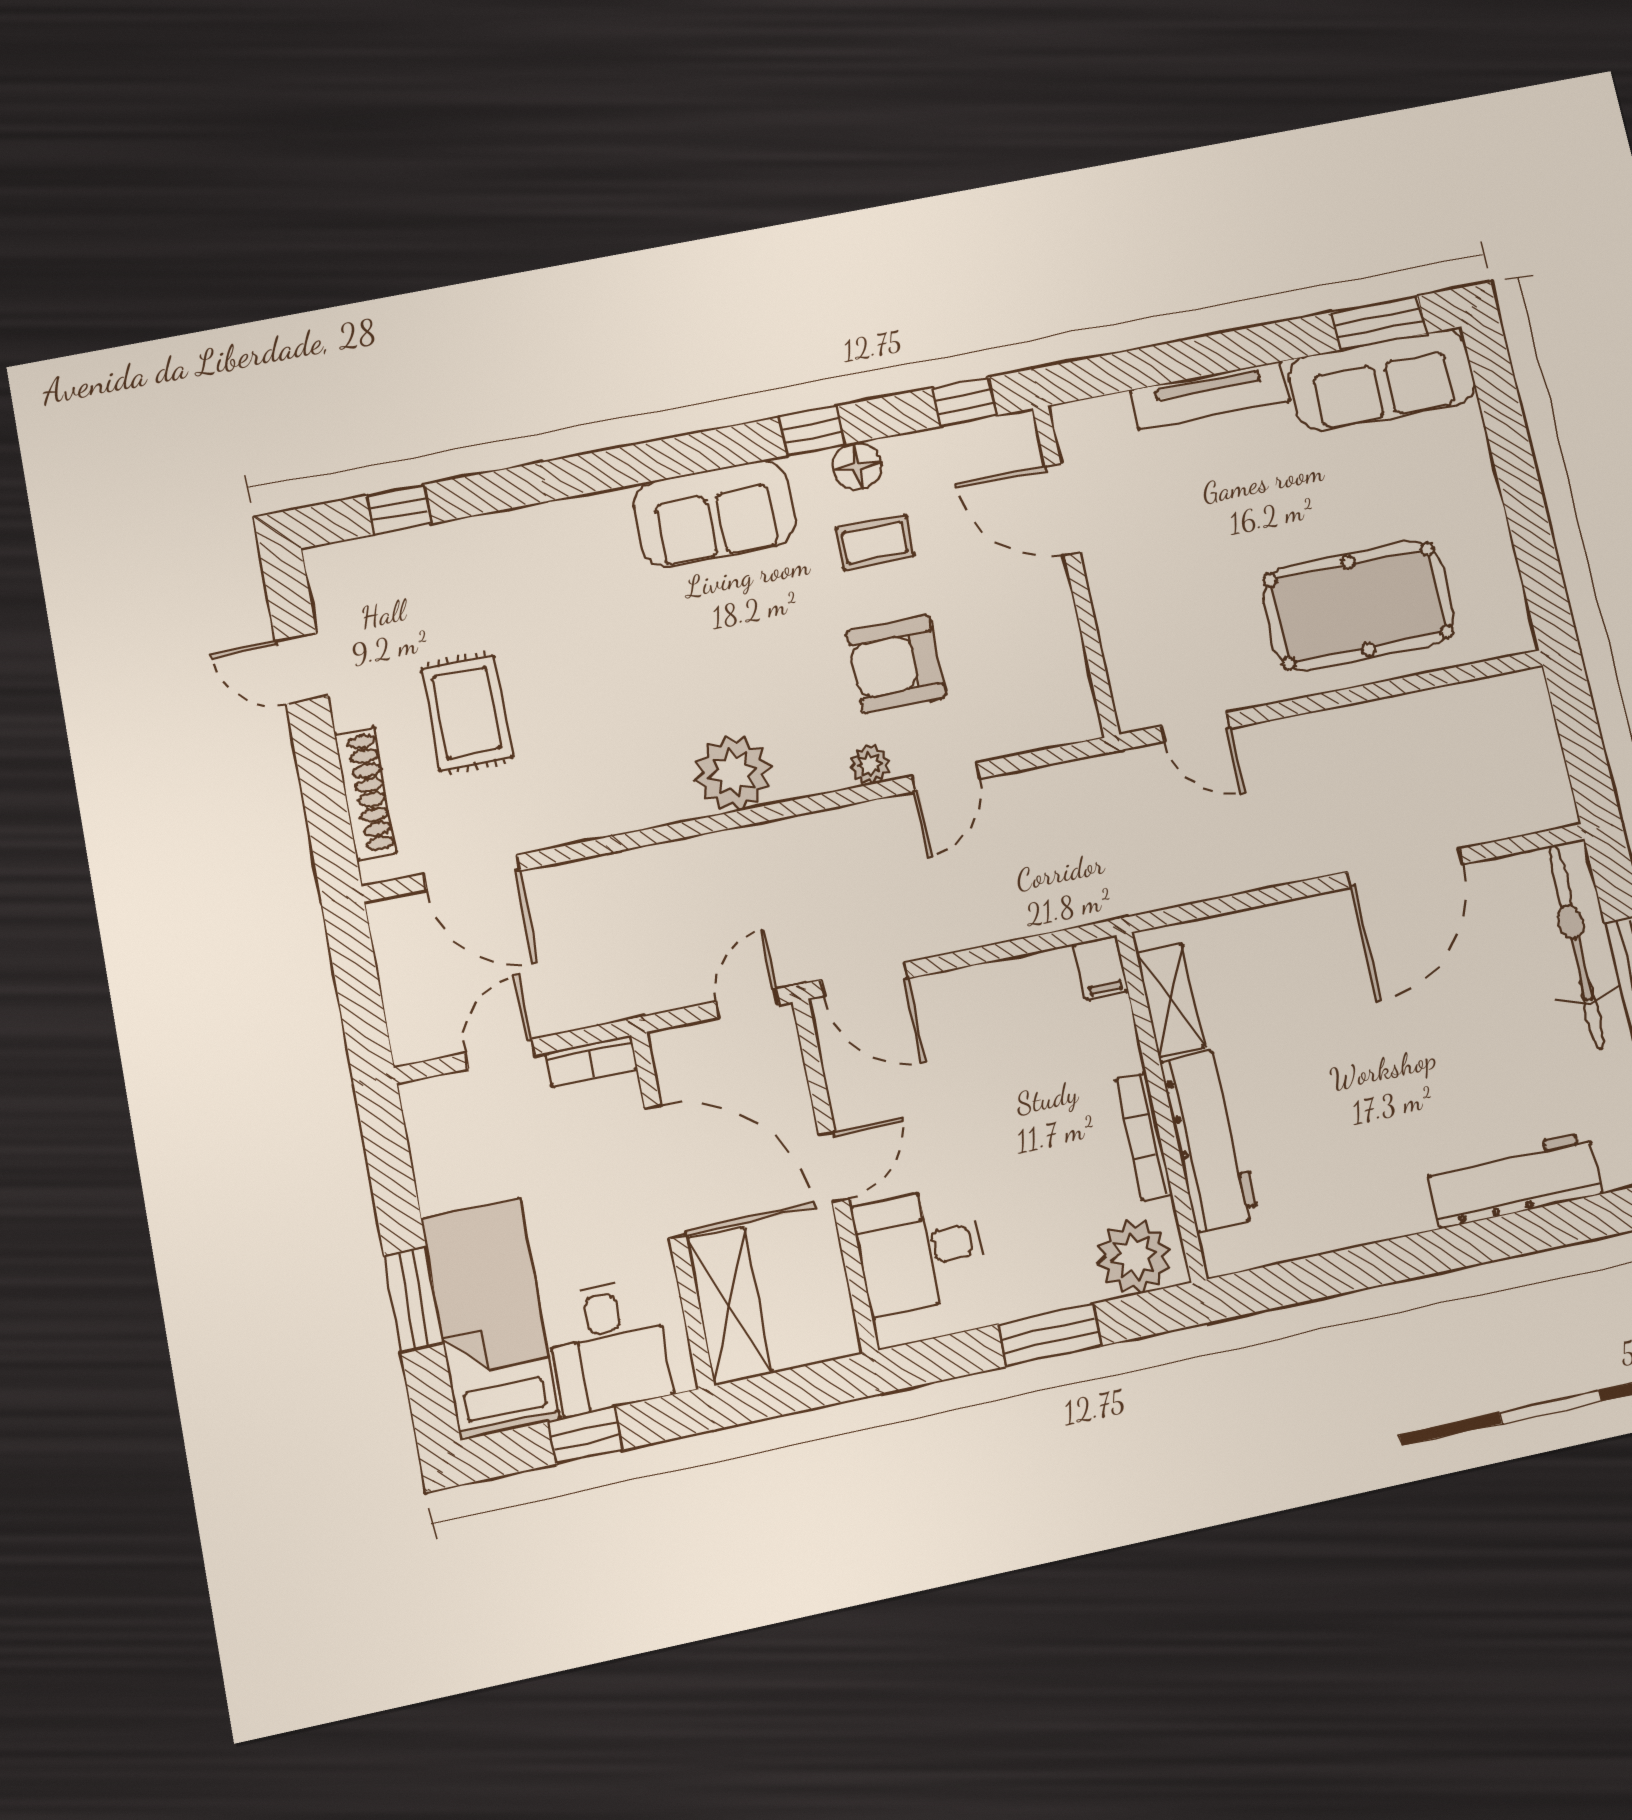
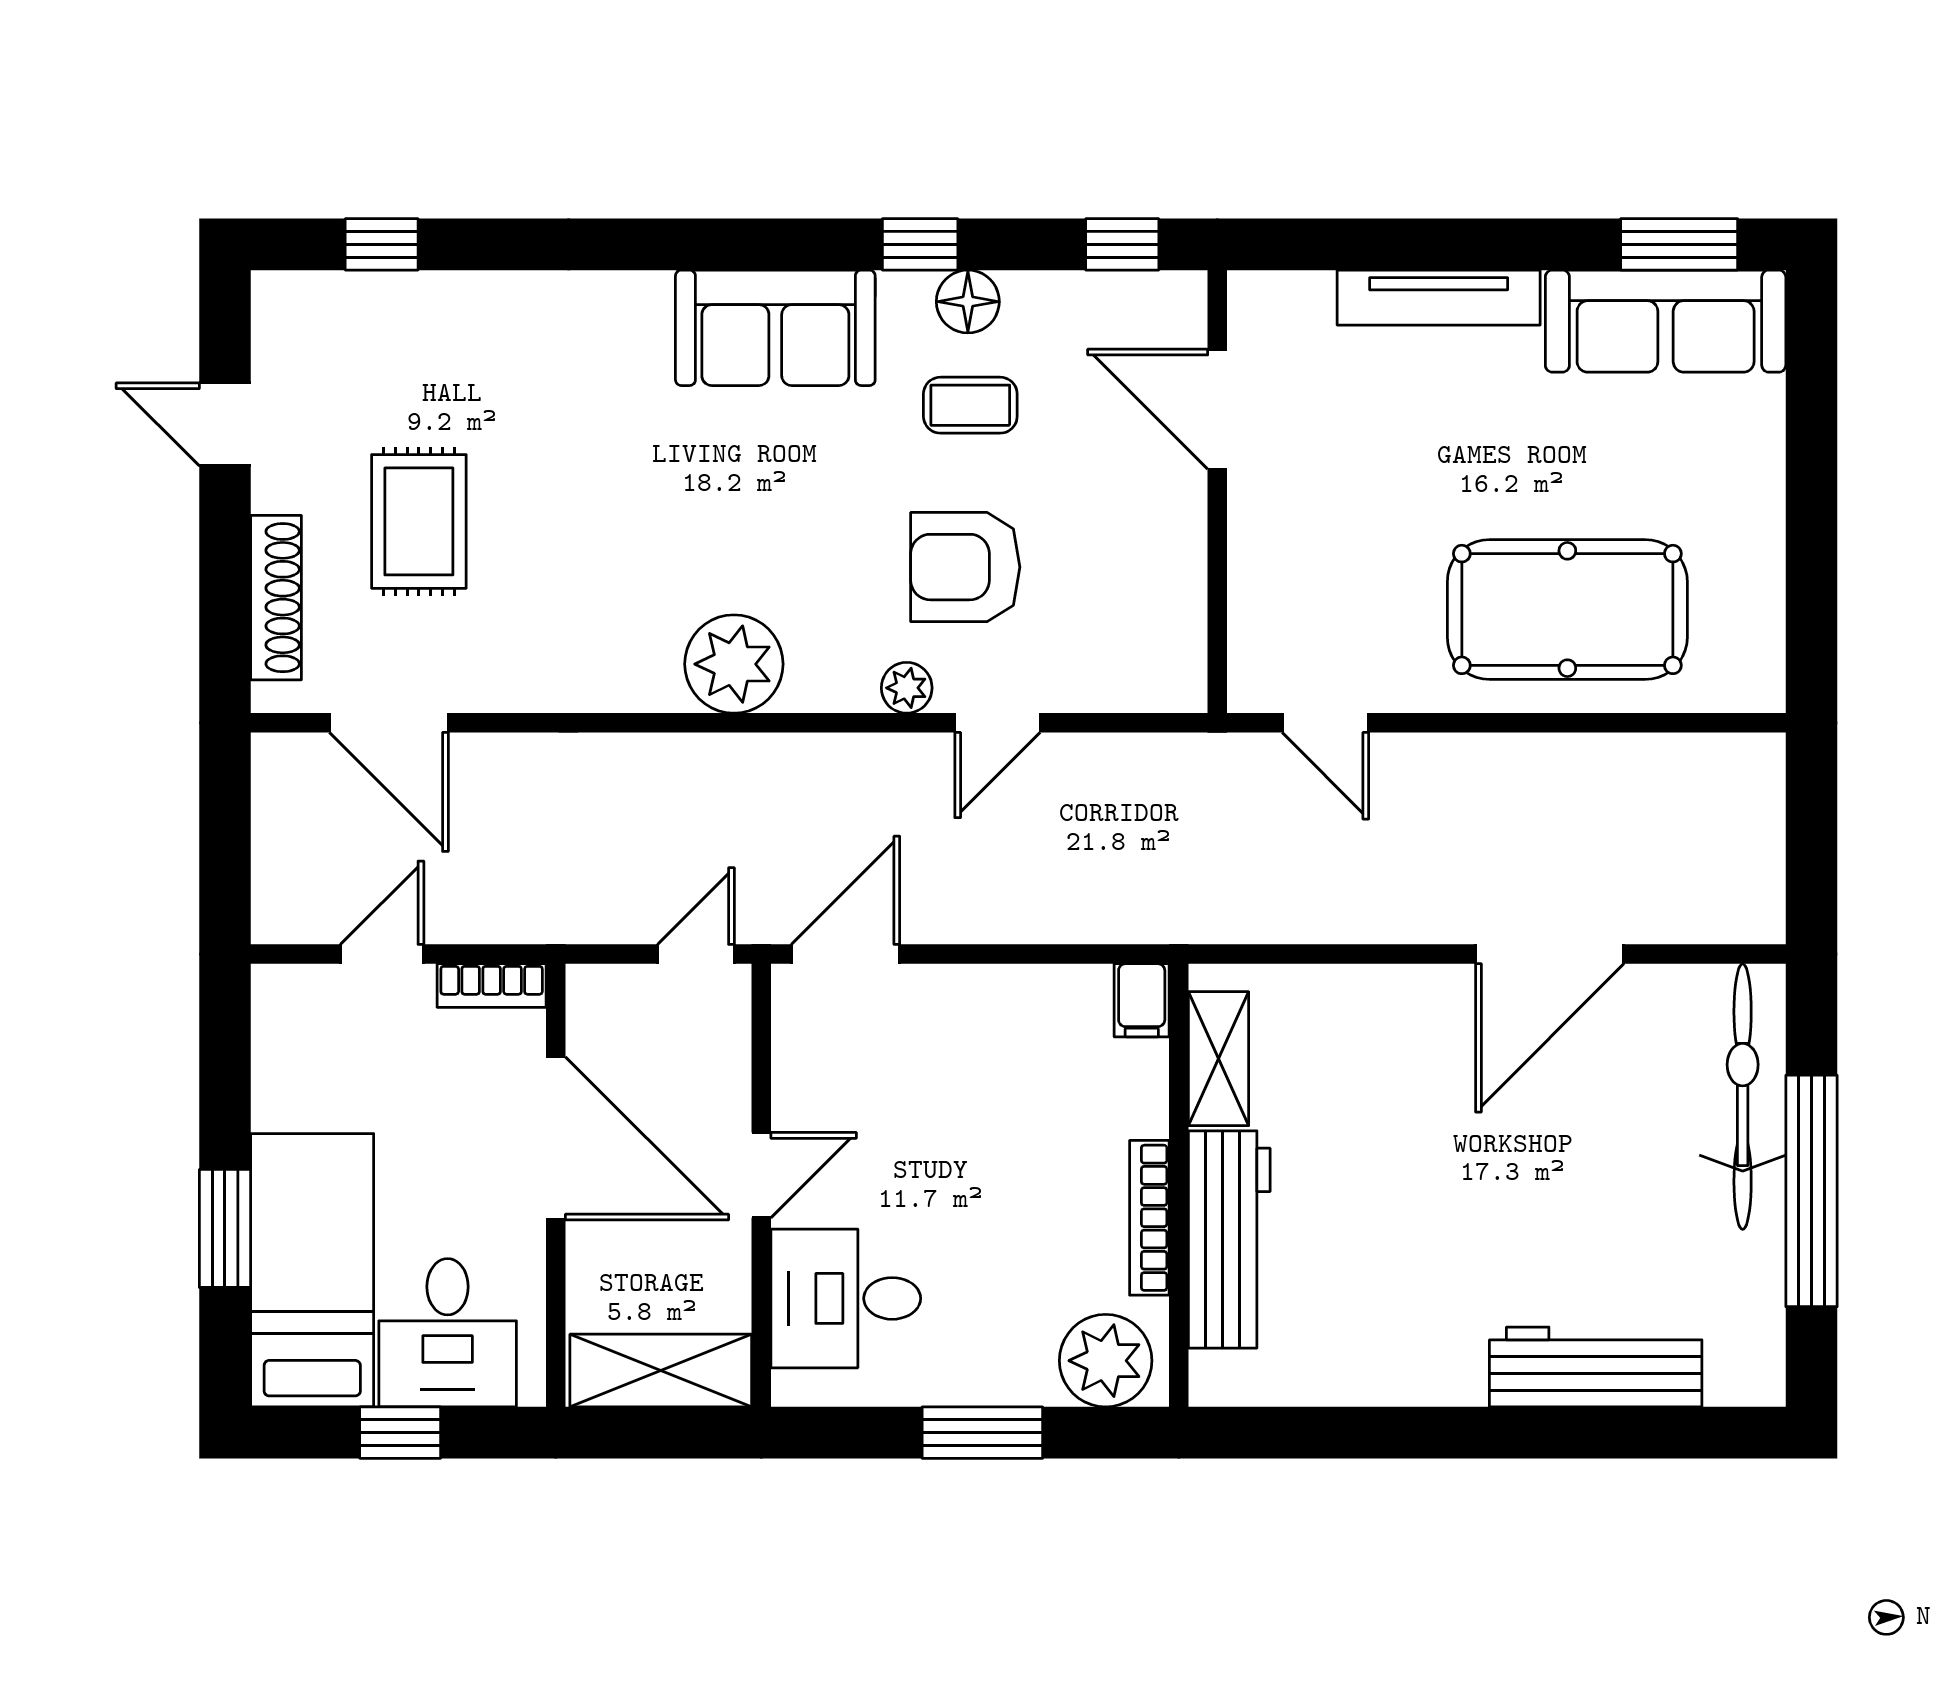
door: (865, 979) -> (846, 954), swing flipped
shelving: (729, 1306) -> (661, 1371), moved, turned 90

